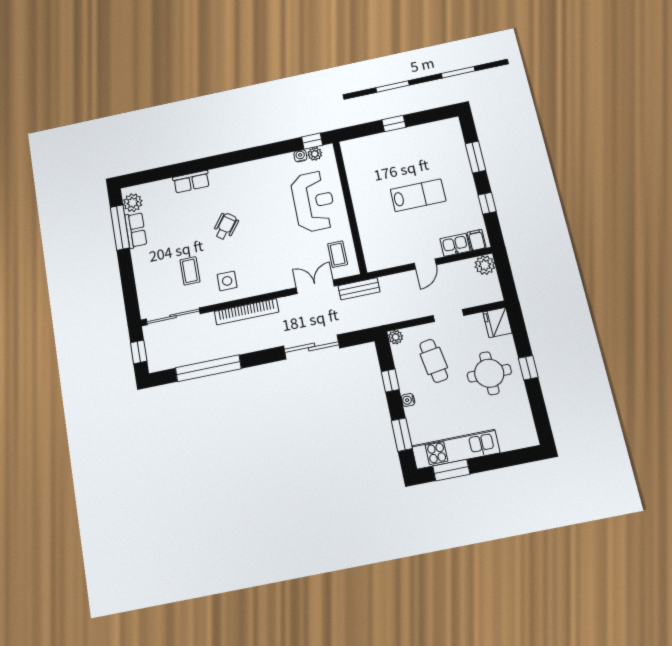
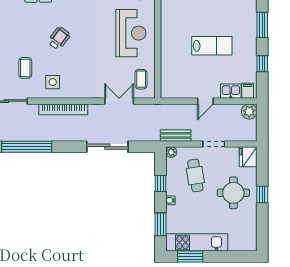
bench: (359, 289) -> (176, 135), moved

